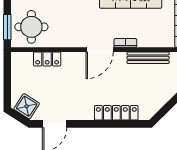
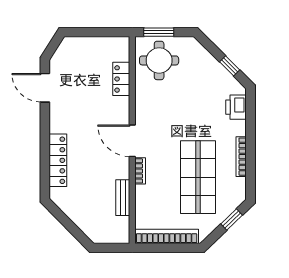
bench: (148, 58) -> (123, 198), width x0.73
shower: (27, 106) -> (66, 55), removed

